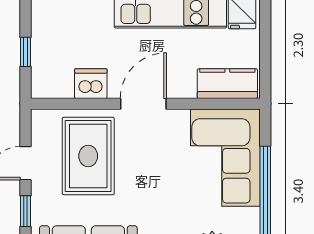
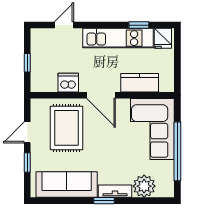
kitchen counter: (227, 84) -> (140, 83), moved
door: (143, 104) -> (101, 95), swing flipped

